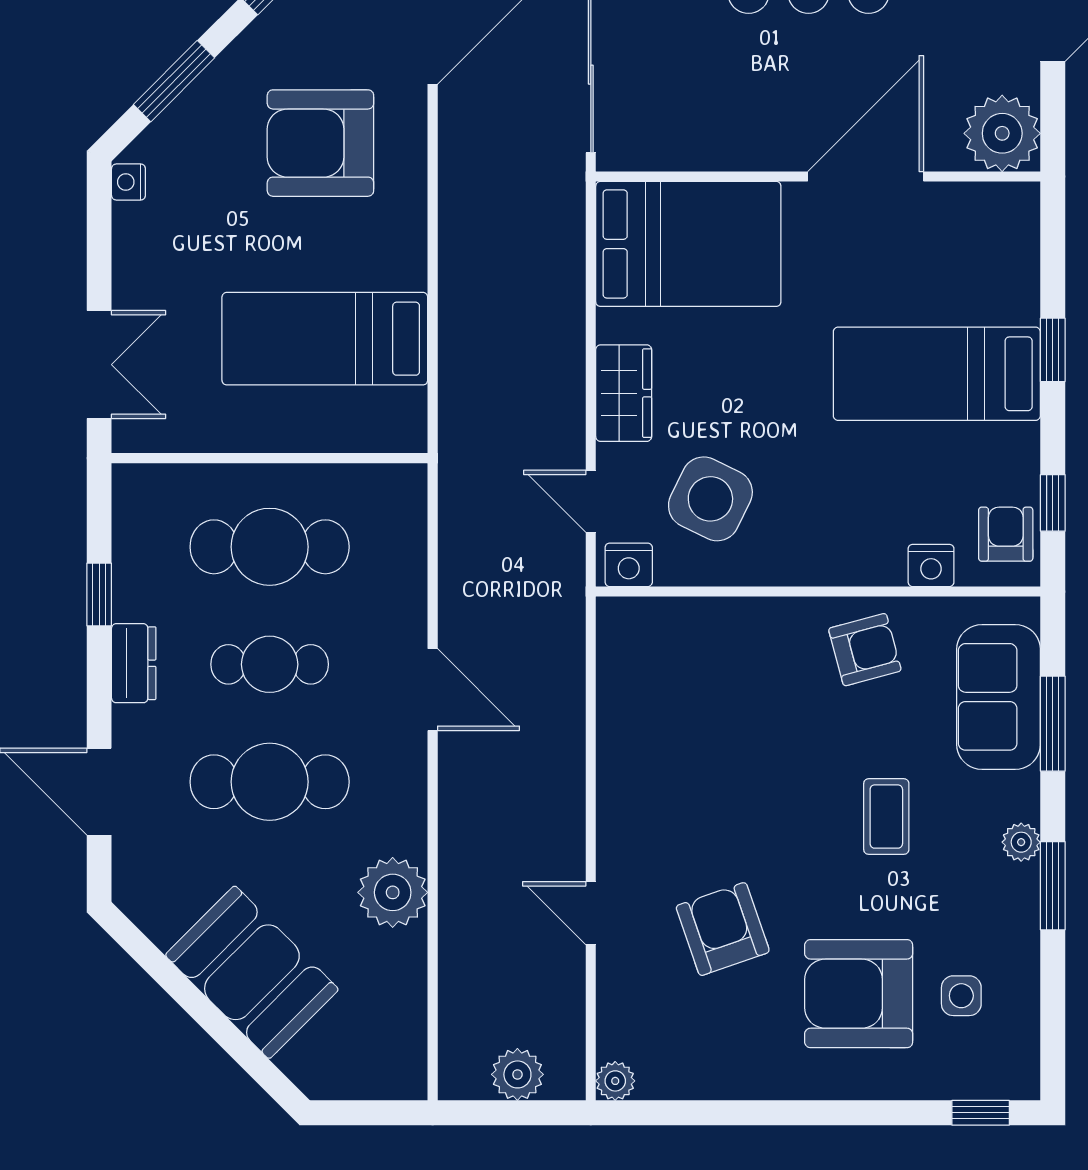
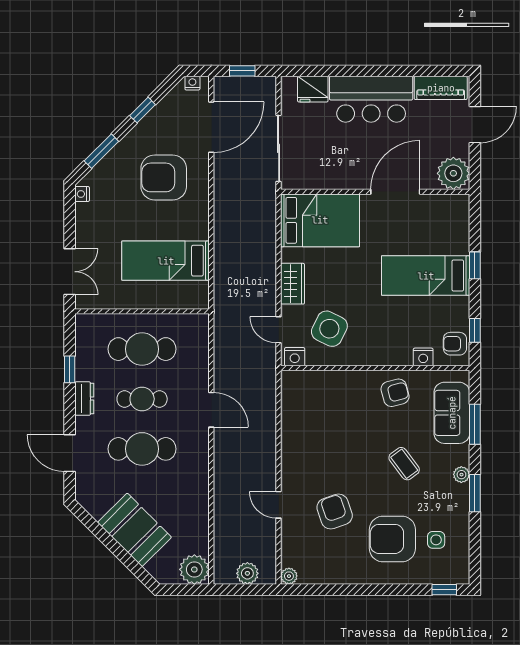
armchair: (1006, 534) -> (455, 344), turned -90
coffee table: (886, 817) -> (404, 464), turned -37
plant: (393, 892) -> (194, 569), moved

